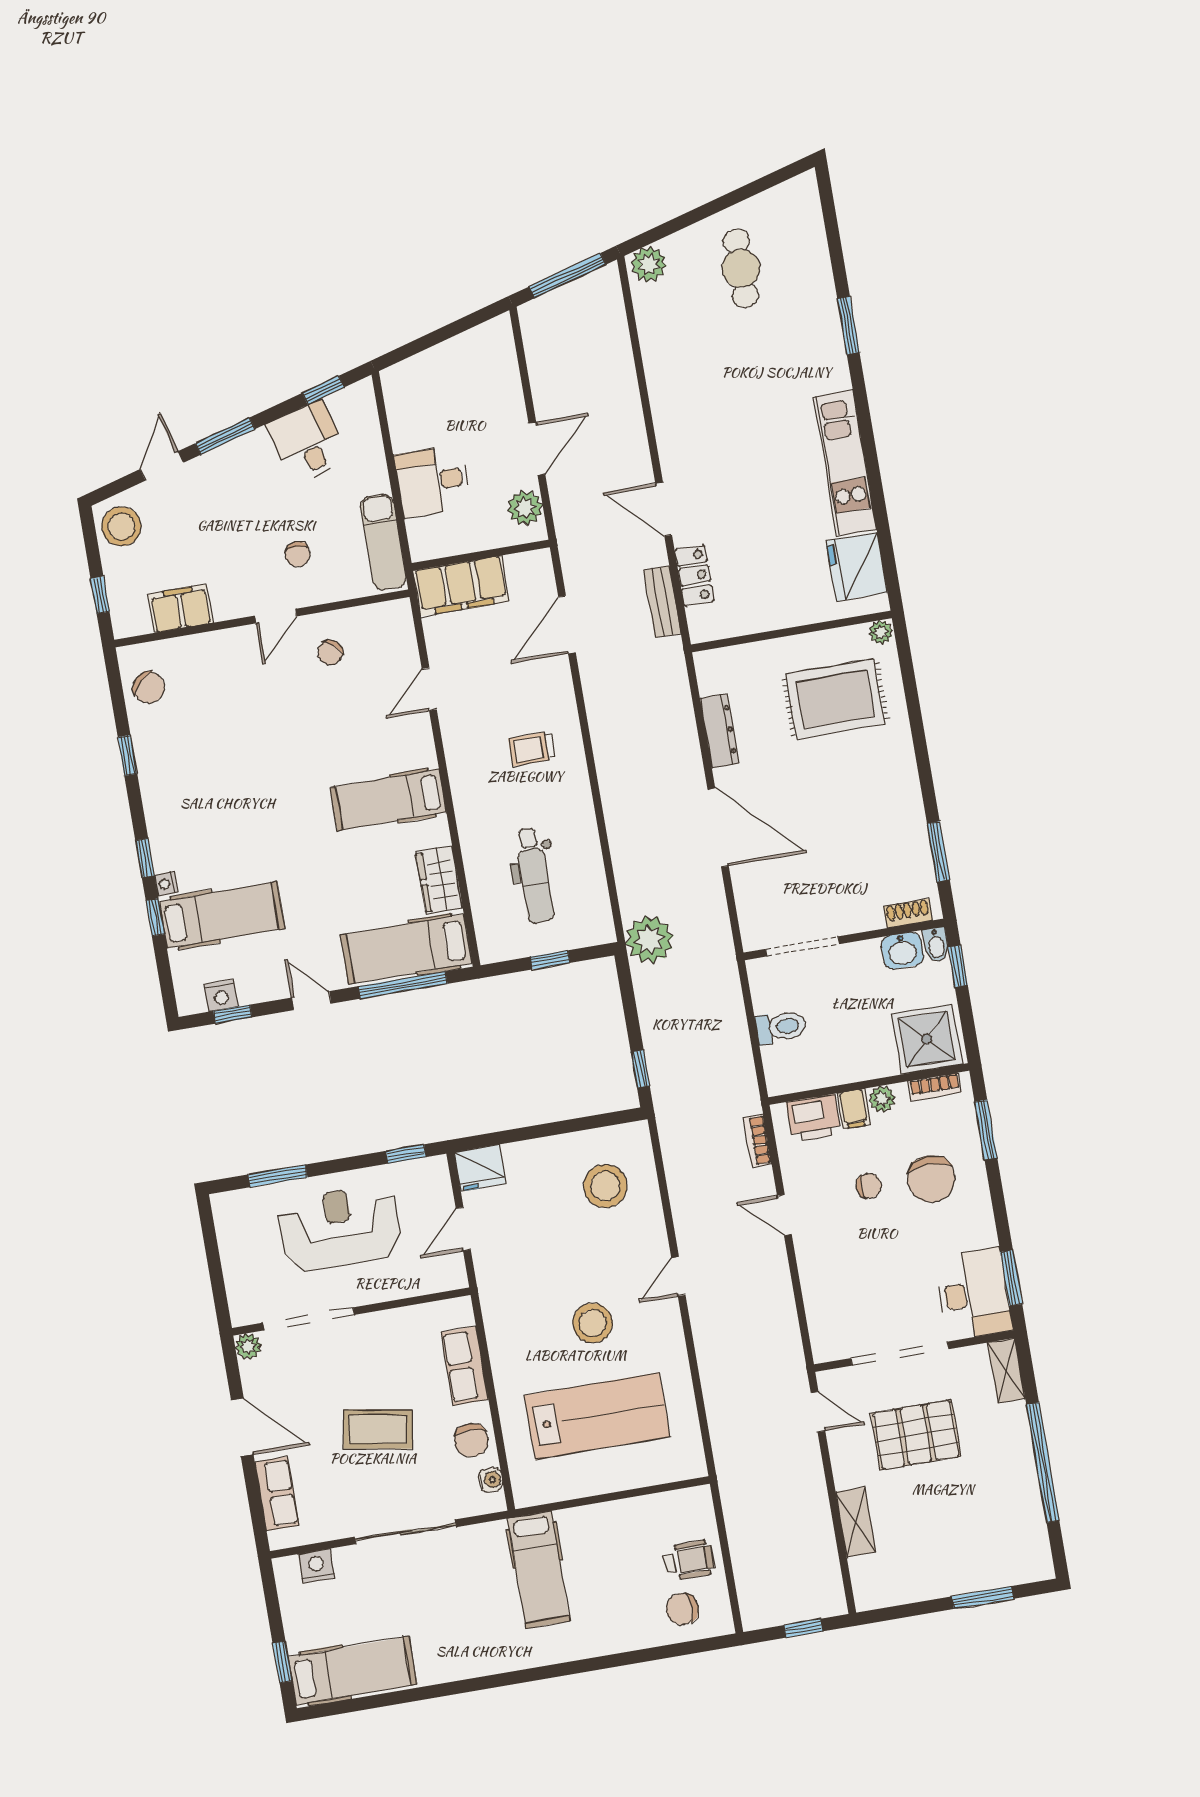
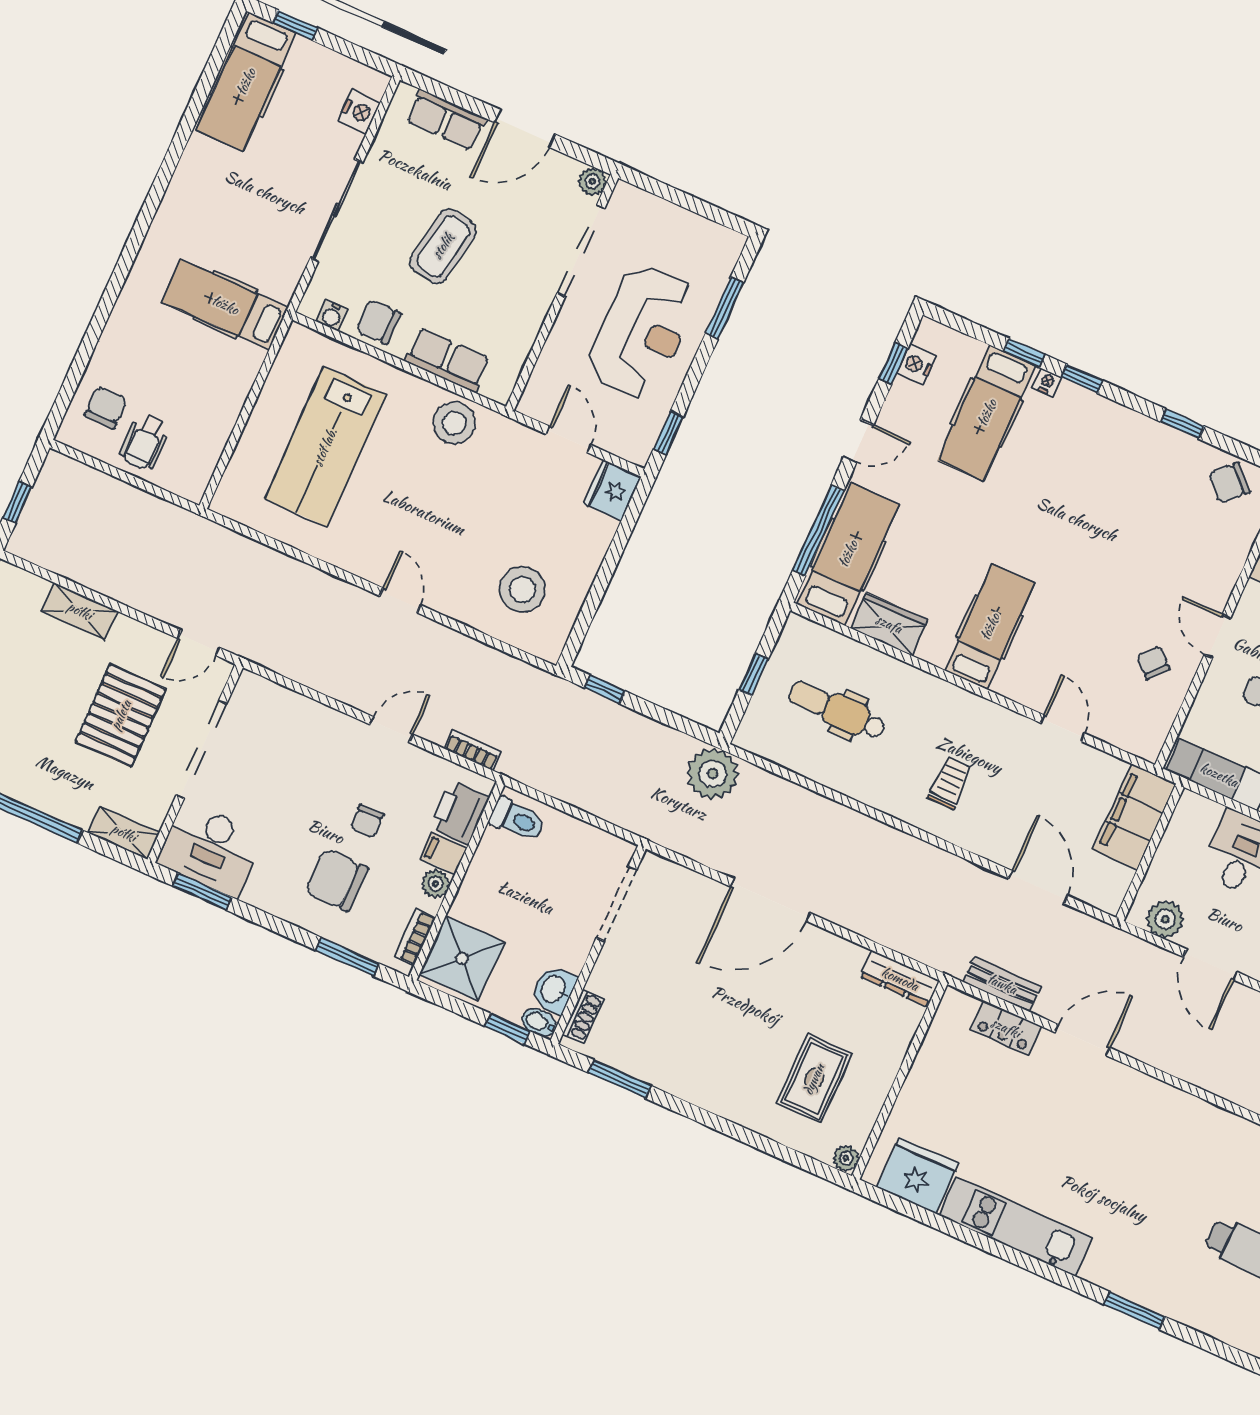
rug: (835, 699) -> (814, 1079), width x0.73, depth x0.70
dresser: (720, 731) -> (900, 979), moved
toilet: (781, 1027) -> (517, 820), moved, turned -90
stool: (593, 1323) -> (454, 423), moved

